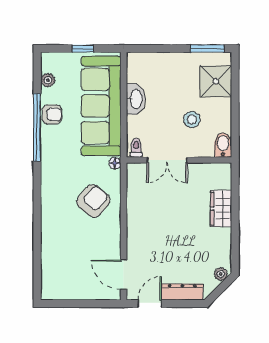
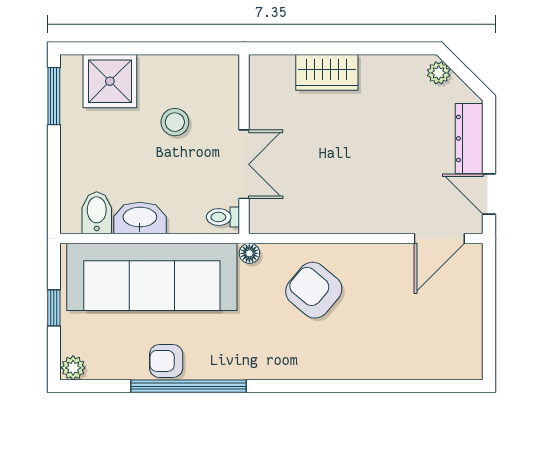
plant: (48, 80) -> (73, 368), moved
armchair: (52, 114) -> (166, 361), turned -90
bidet: (223, 145) -> (97, 213), moved, turned 90

